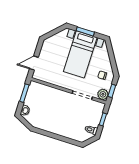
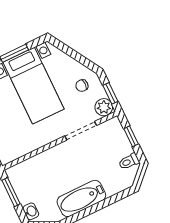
bathtub: (54, 126) -> (81, 198), added

